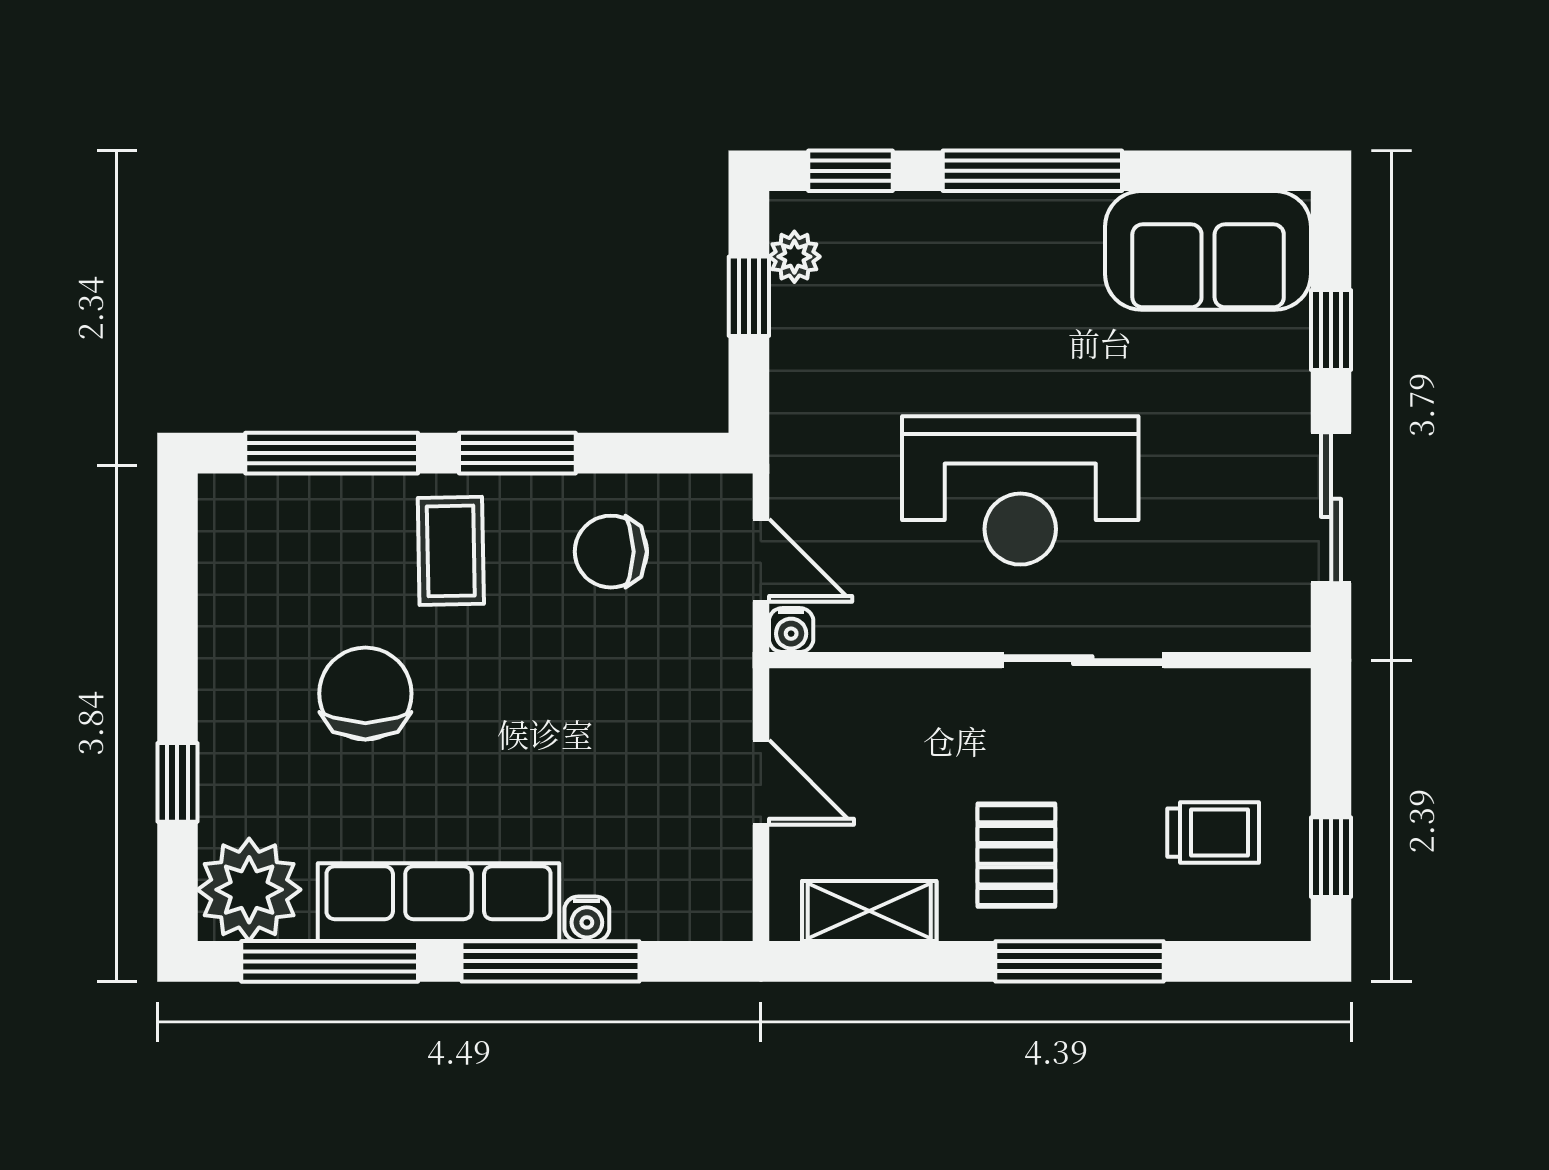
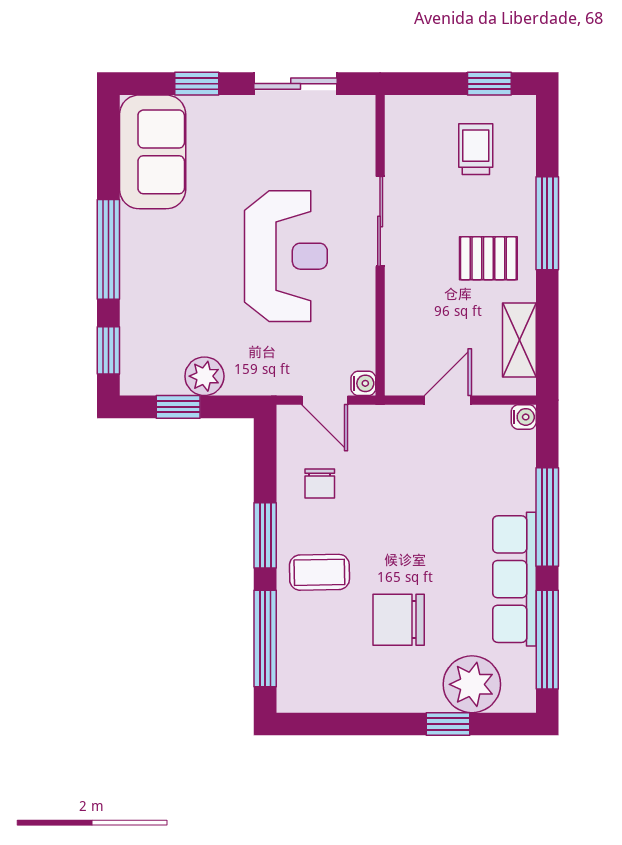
plant: (794, 257) -> (204, 376), moved, width x1.38, depth x1.38
chair: (611, 552) -> (320, 483), width x0.73, depth x0.73
door: (761, 560) -> (325, 400), swing flipped
plant: (249, 890) -> (472, 684), moved
water cooler: (587, 919) -> (524, 417), moved

